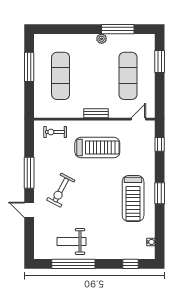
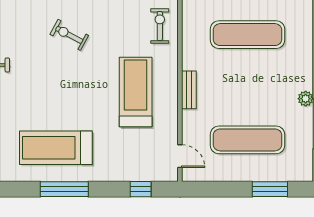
treadmill: (97, 148) -> (136, 92), turned 180
exercise bike: (61, 190) -> (69, 35), width x0.73, depth x0.72
window: (160, 193) -> (64, 189), width x1.44

